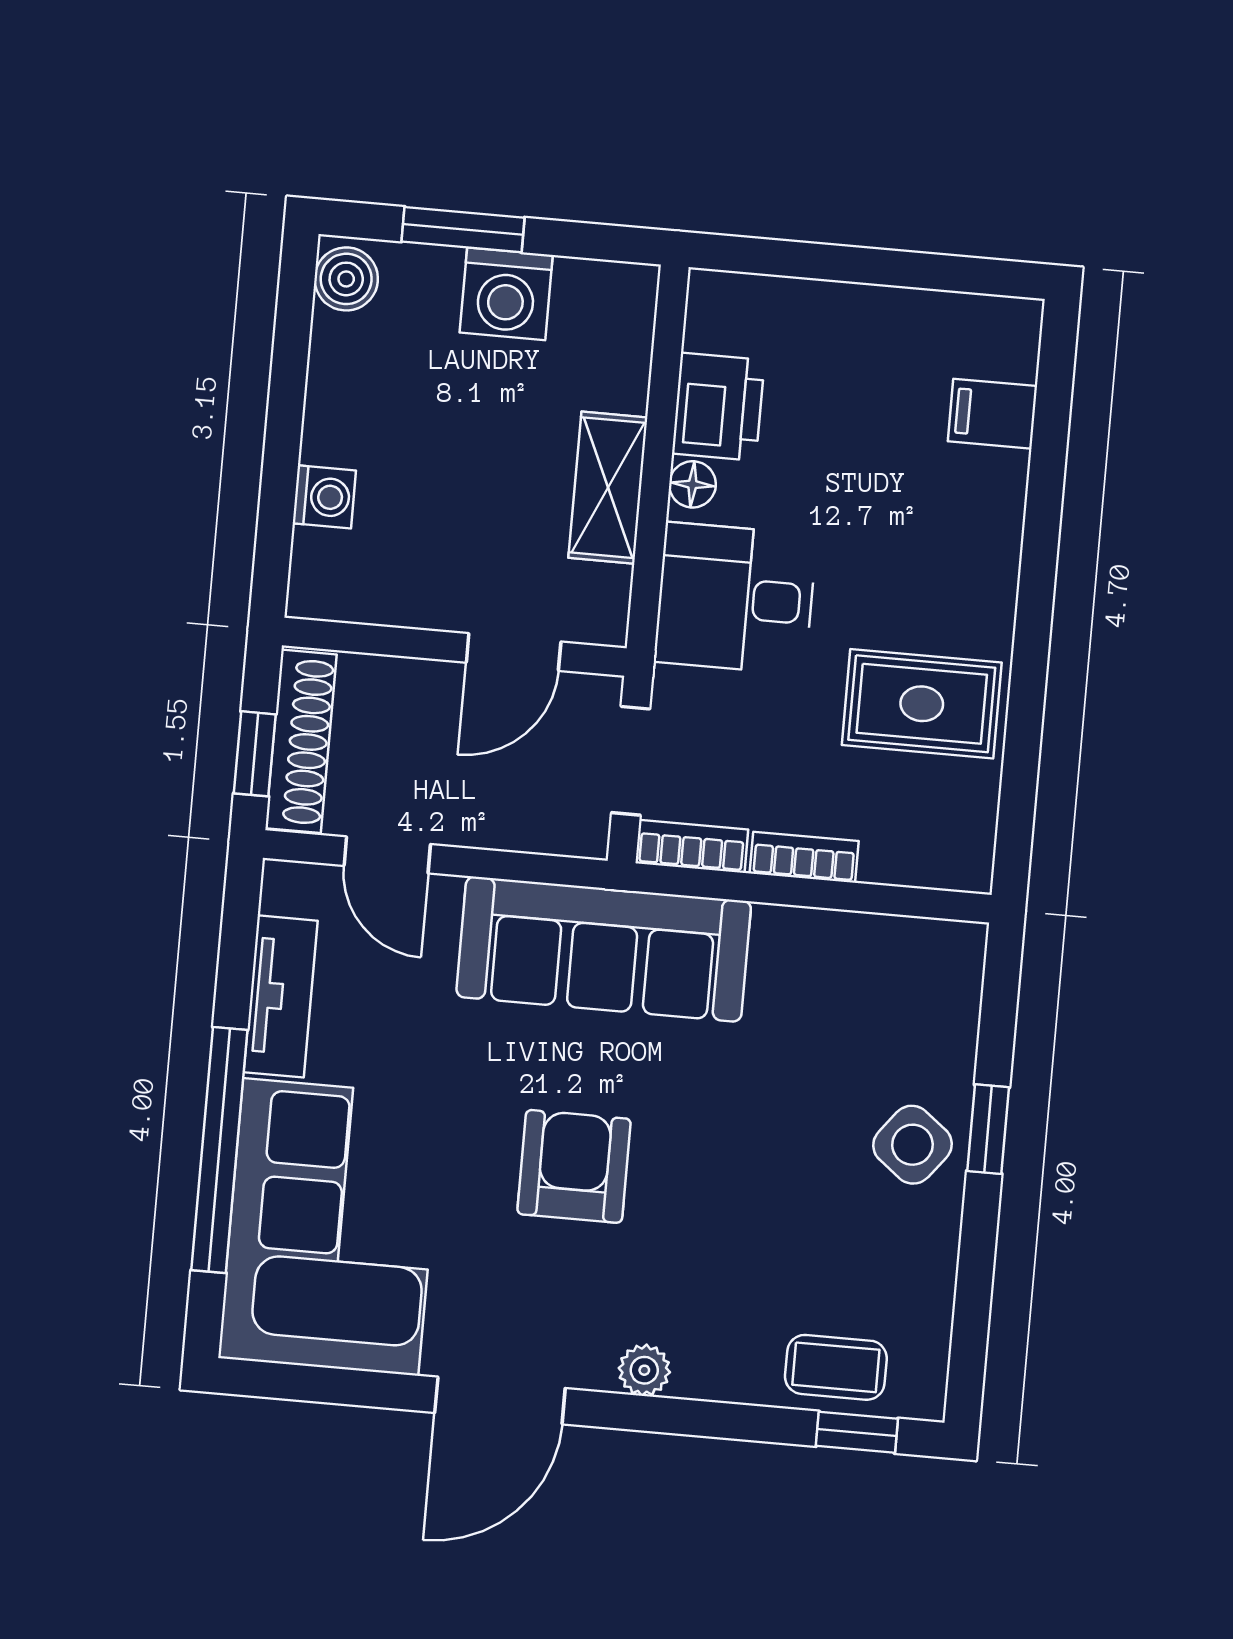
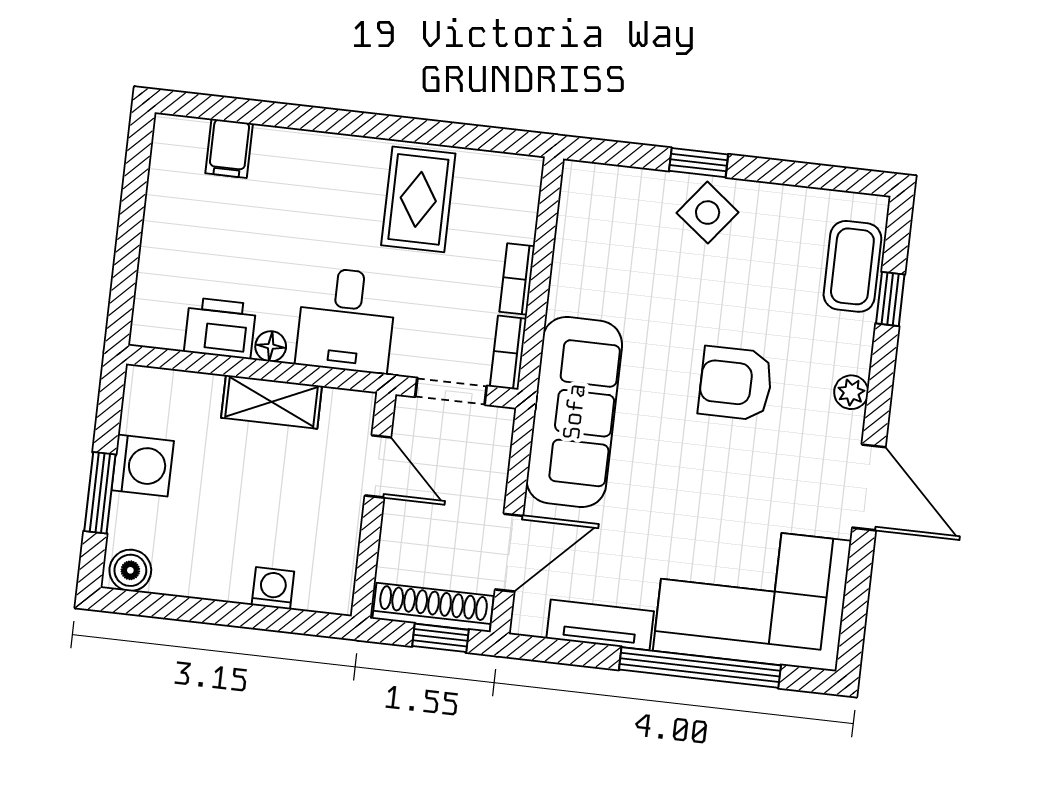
door: (387, 855) -> (509, 553), width x1.38
armchair: (574, 1166) -> (736, 383), moved
coffee table: (836, 1367) -> (852, 266), width x1.36, depth x1.30
window: (857, 1432) -> (890, 299), moved

